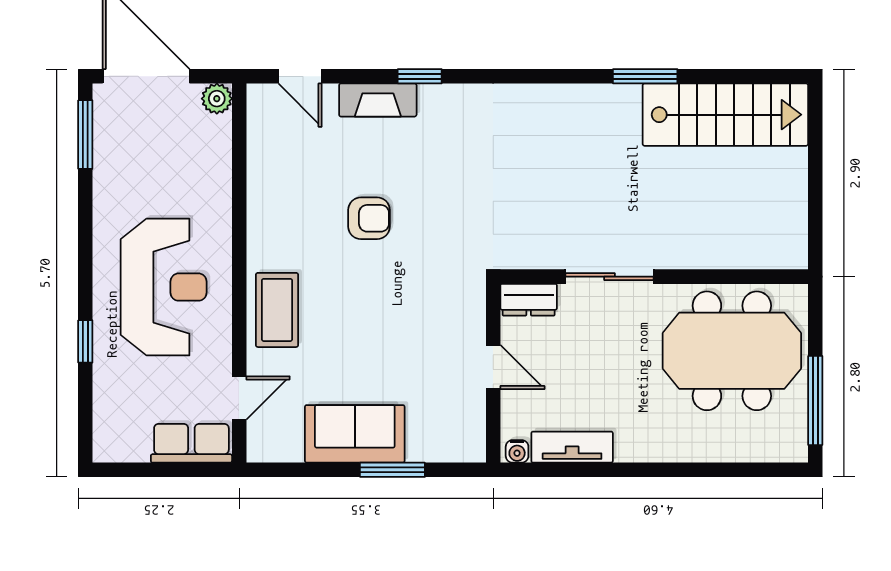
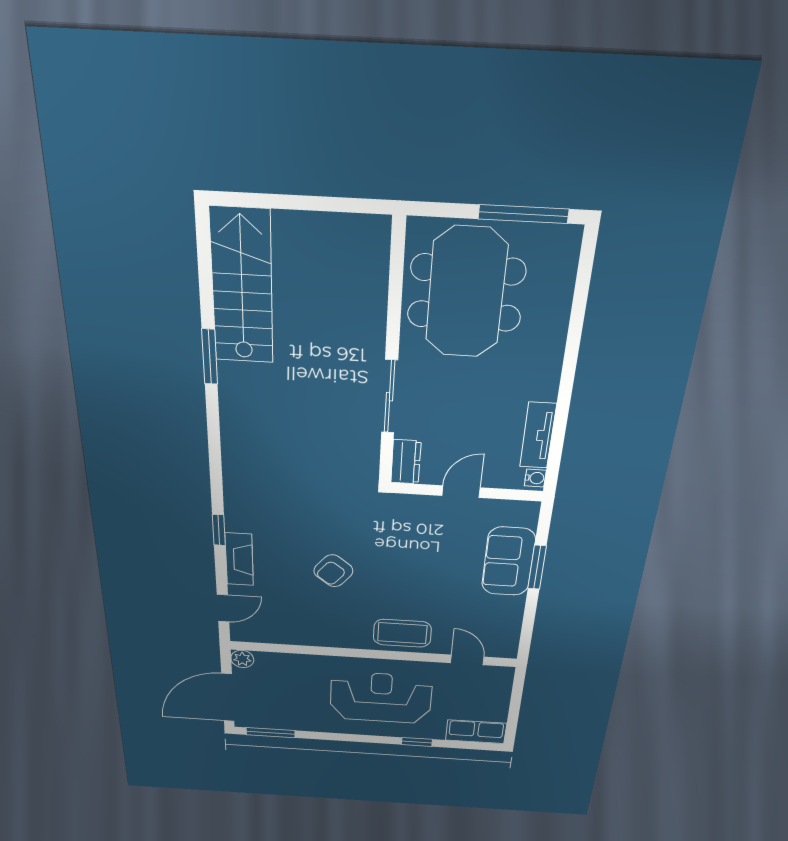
armchair: (369, 218) -> (333, 571), turned -141
sofa: (355, 434) -> (508, 562), moved
row of seats: (191, 443) -> (476, 732), moved, turned 90

